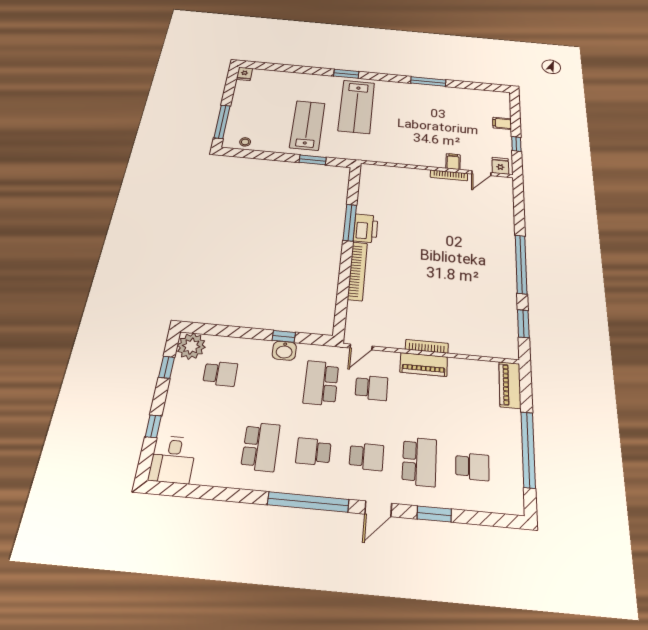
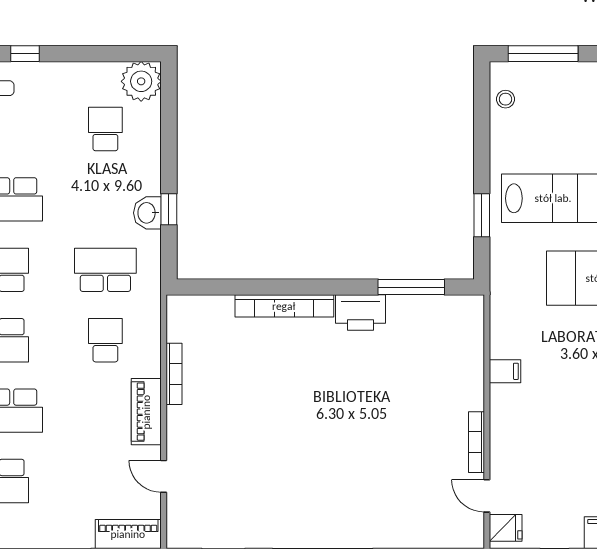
filing cabinet: (453, 162) -> (505, 371), moved
window: (350, 223) -> (411, 287), moved
bookcase: (427, 346) -> (174, 374), moved
door: (361, 347) -> (164, 476), moved
window: (167, 367) -> (107, 54), removed
school desk: (220, 374) -> (105, 129), turned 180
school desk: (371, 388) -> (105, 340), turned 180

